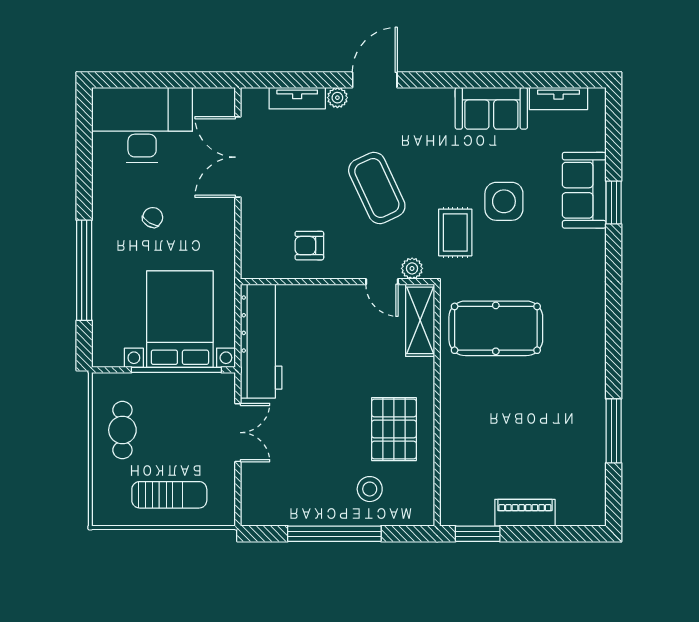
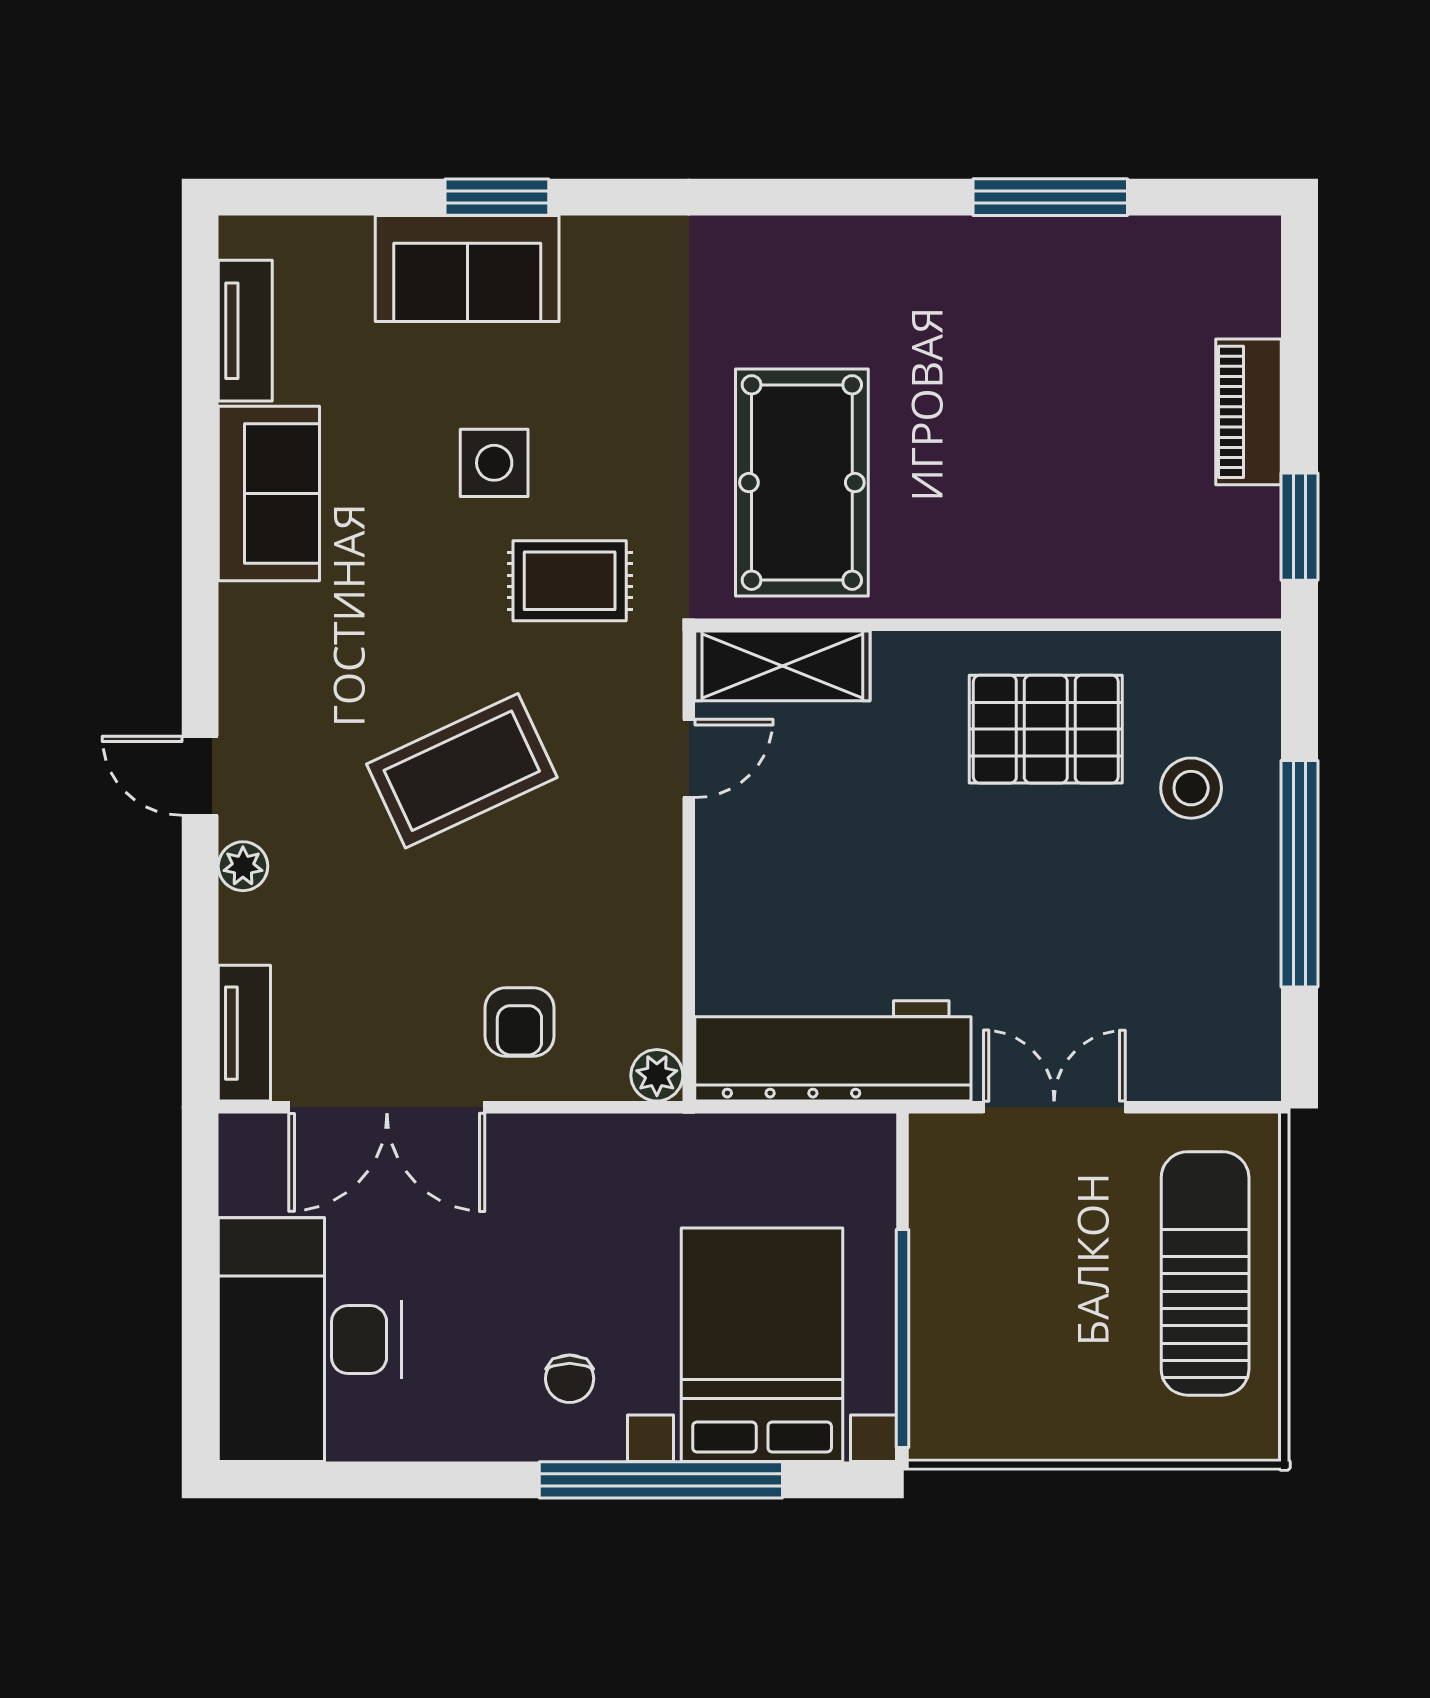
door: (375, 80) -> (200, 776), width x0.73
tv unit: (297, 98) -> (244, 1033), moved
side table: (504, 201) -> (494, 463), width x0.73, depth x0.73
chair: (153, 217) -> (570, 1379), moved, turned -121
armchair: (309, 246) -> (519, 1022), moved
plant: (412, 268) -> (657, 1075), moved
bed with nightstands: (180, 319) -> (762, 1345), moved, turned 90
window: (176, 370) -> (903, 1338), moved
cafe table: (122, 430) -> (1048, 1387), removed
sun lounger: (169, 495) -> (1205, 1273), width x1.36, depth x1.34

